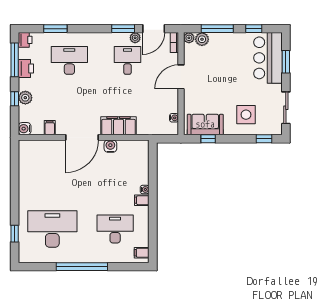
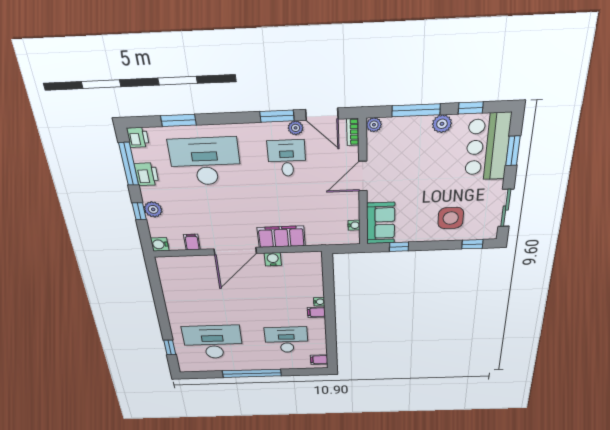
door: (154, 29) -> (322, 114), hinge flipped
plant: (202, 39) -> (442, 124), moved
desk: (69, 60) -> (205, 162), width x1.36, depth x1.30
sofa: (205, 124) -> (381, 223), moved, turned 90

